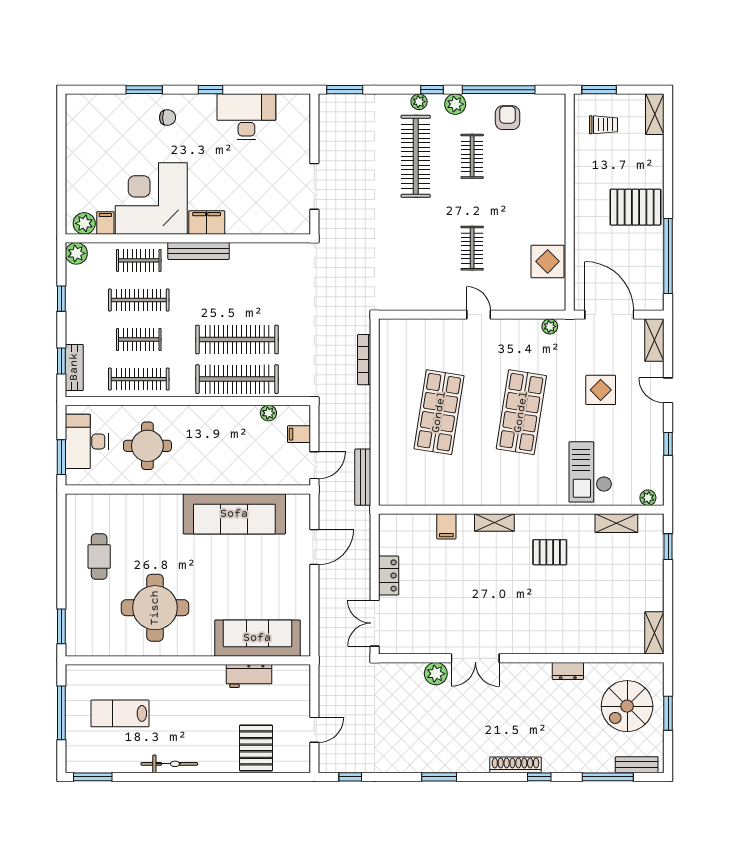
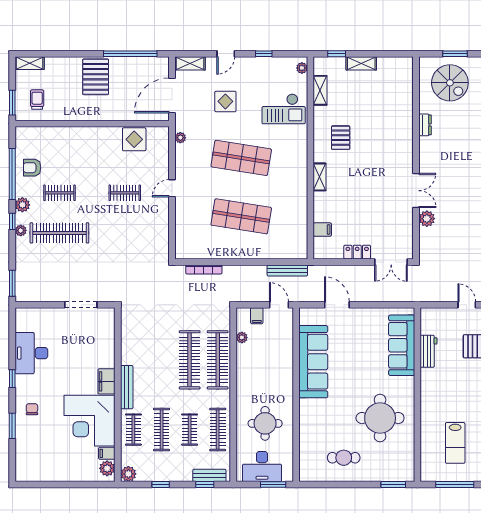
filing cabinet: (446, 526) -> (322, 230), moved
shelving: (654, 633) -> (361, 63), moved

